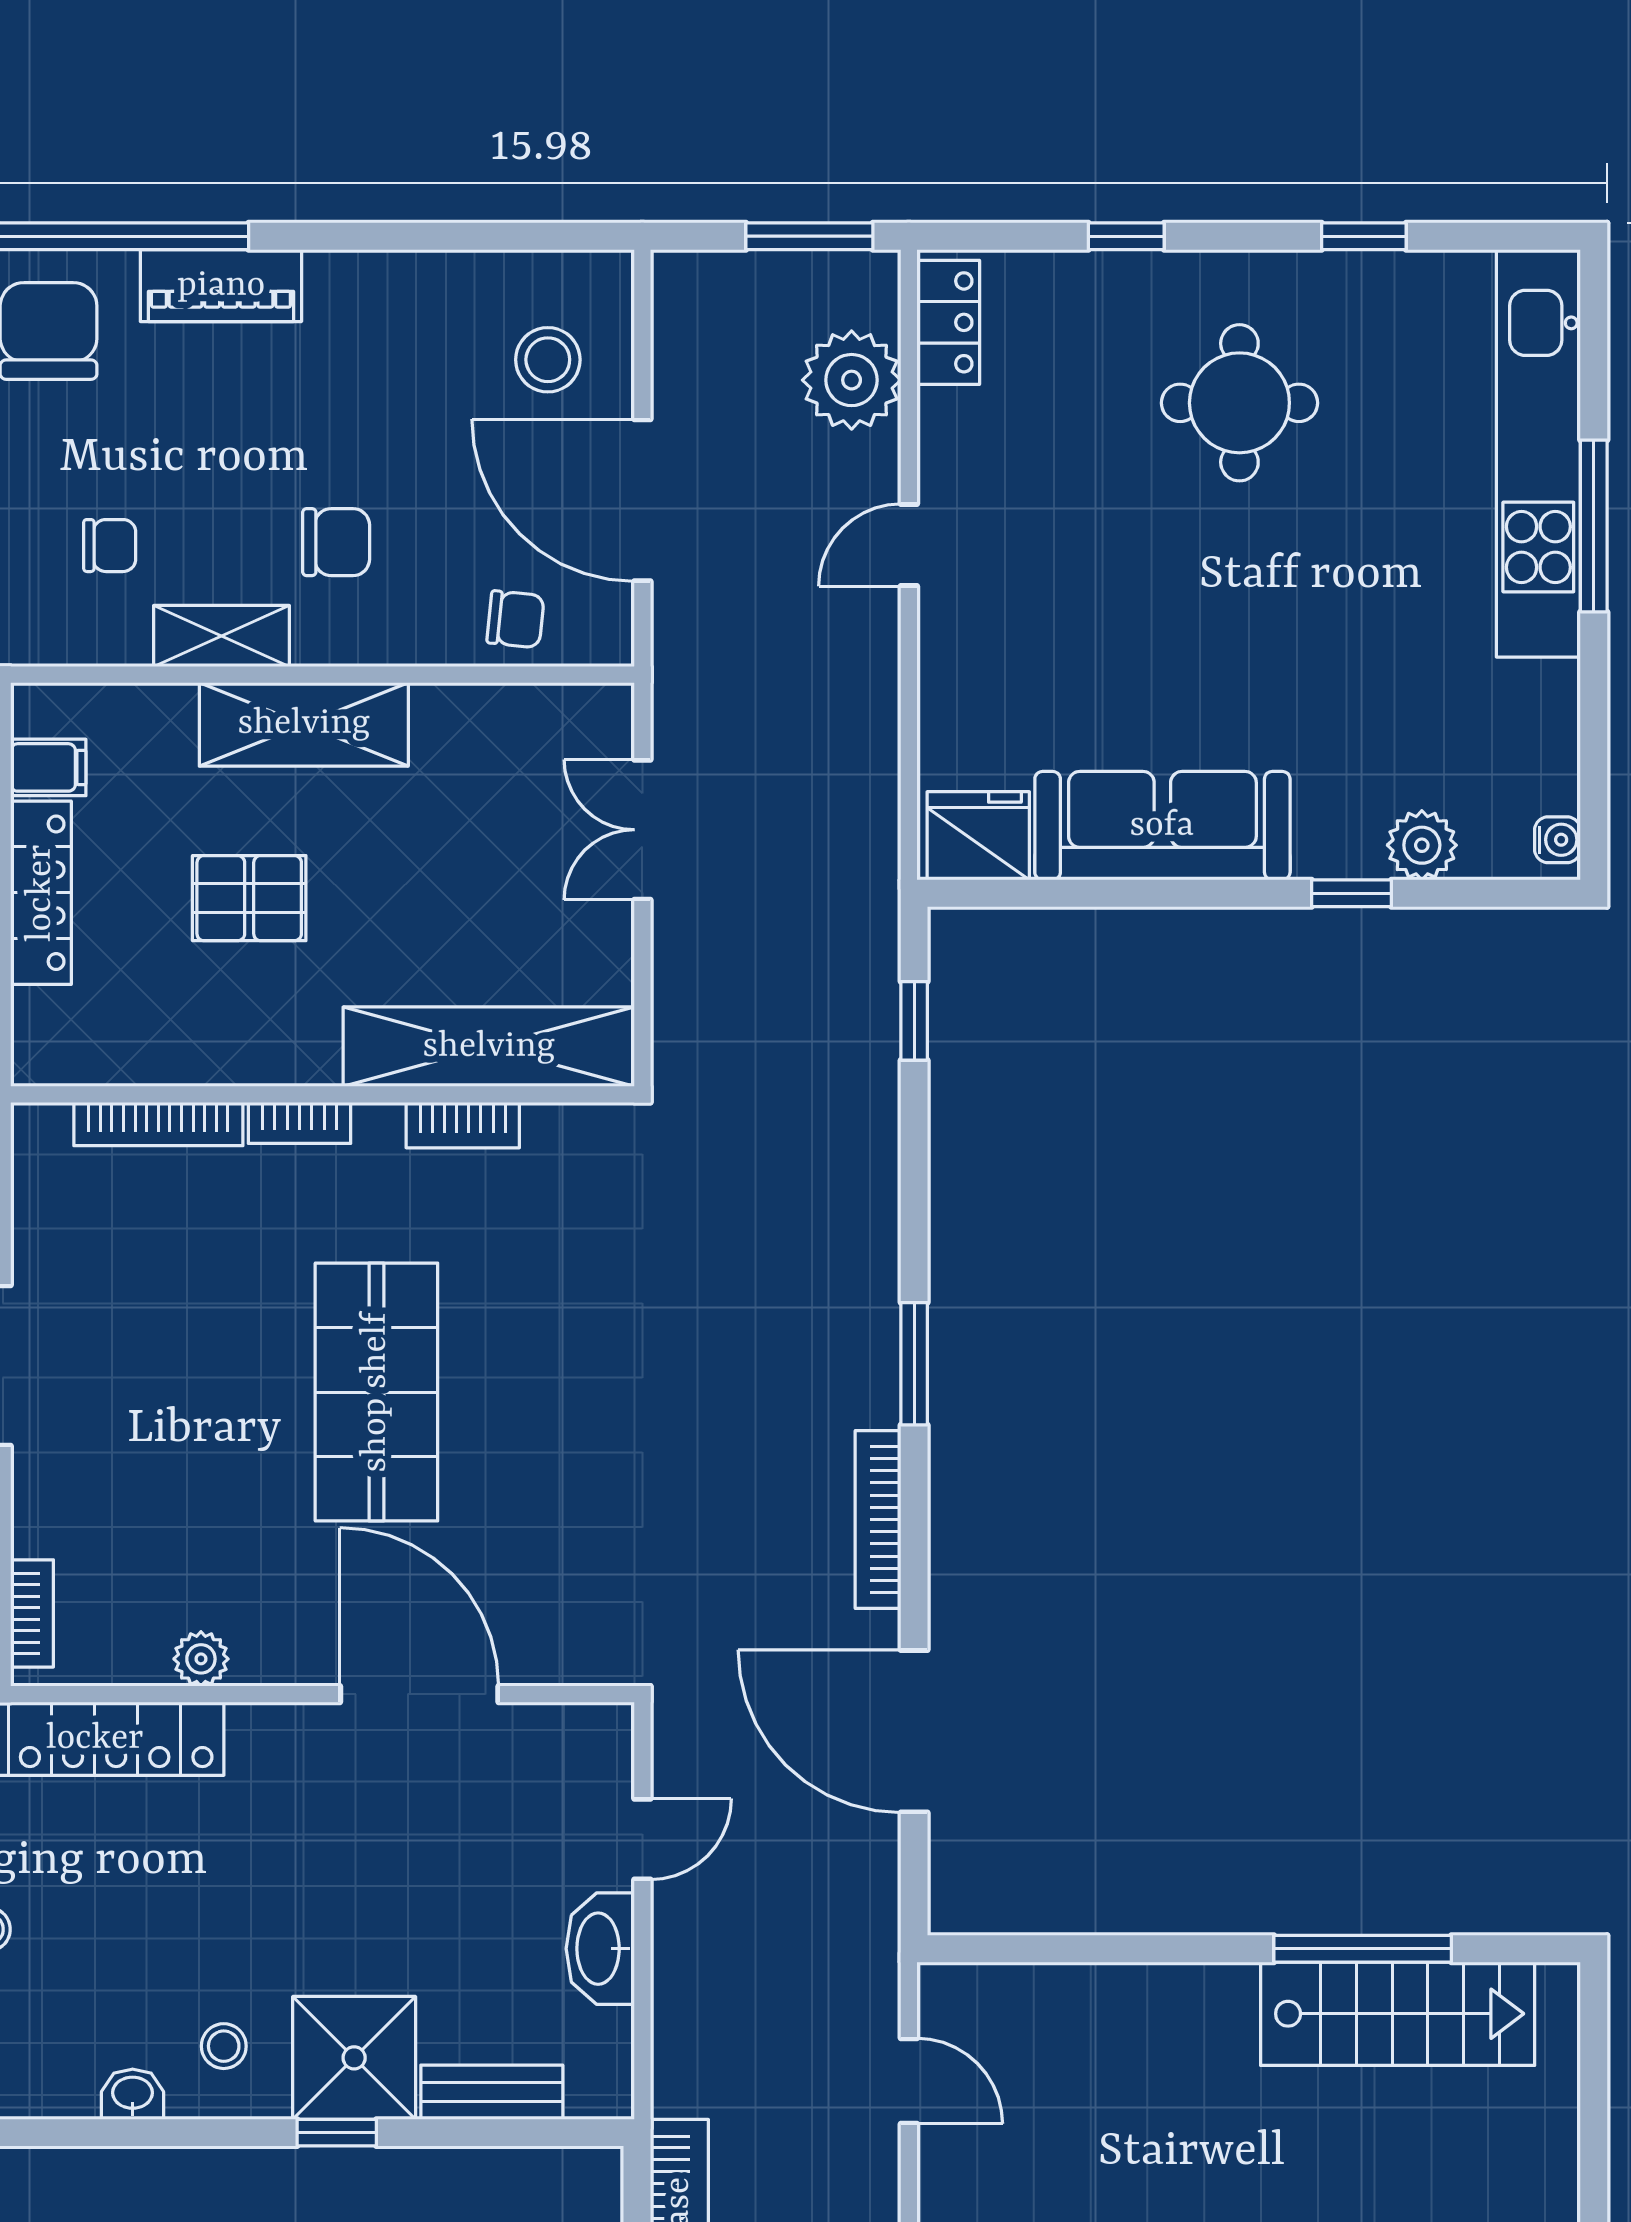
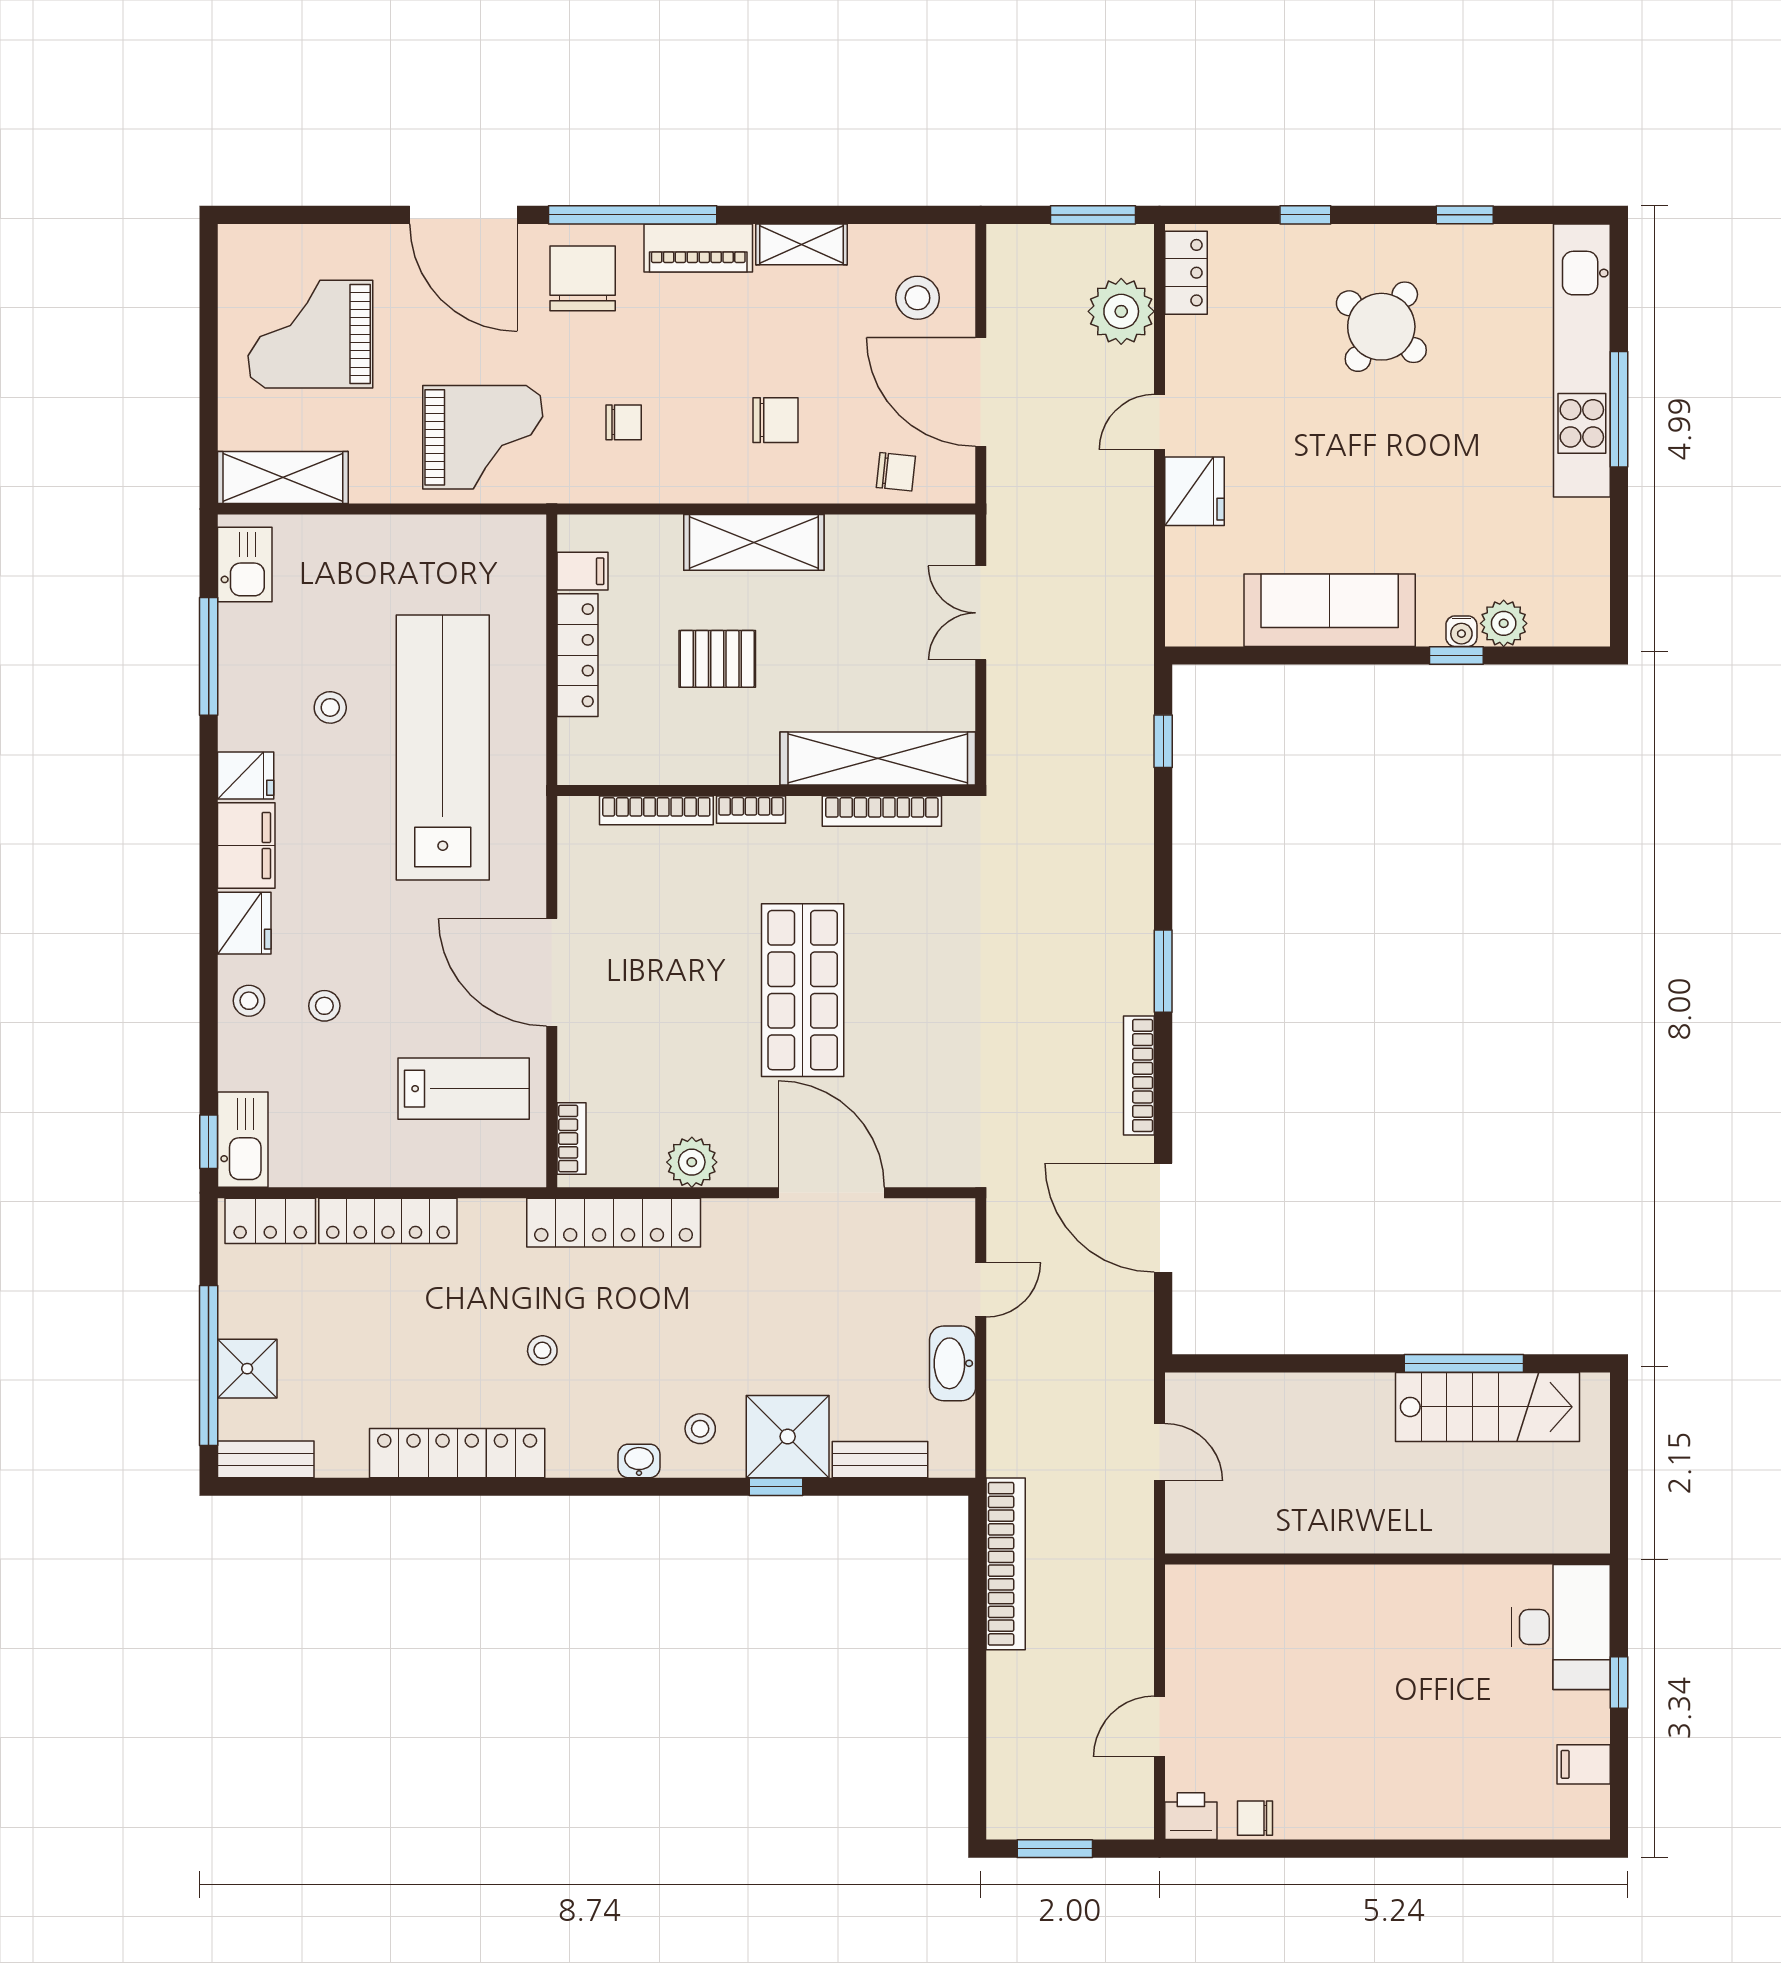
round table: (1239, 403) -> (1381, 327), turned 36
shelving: (221, 636) -> (802, 244), moved
fridge: (978, 836) -> (1195, 491), moved, turned 90
water cooler: (1558, 840) -> (1461, 631), moved, turned 90
bookcase: (463, 1125) -> (882, 811), width x1.56
plant: (201, 1659) -> (692, 1162), width x1.38, depth x1.38

